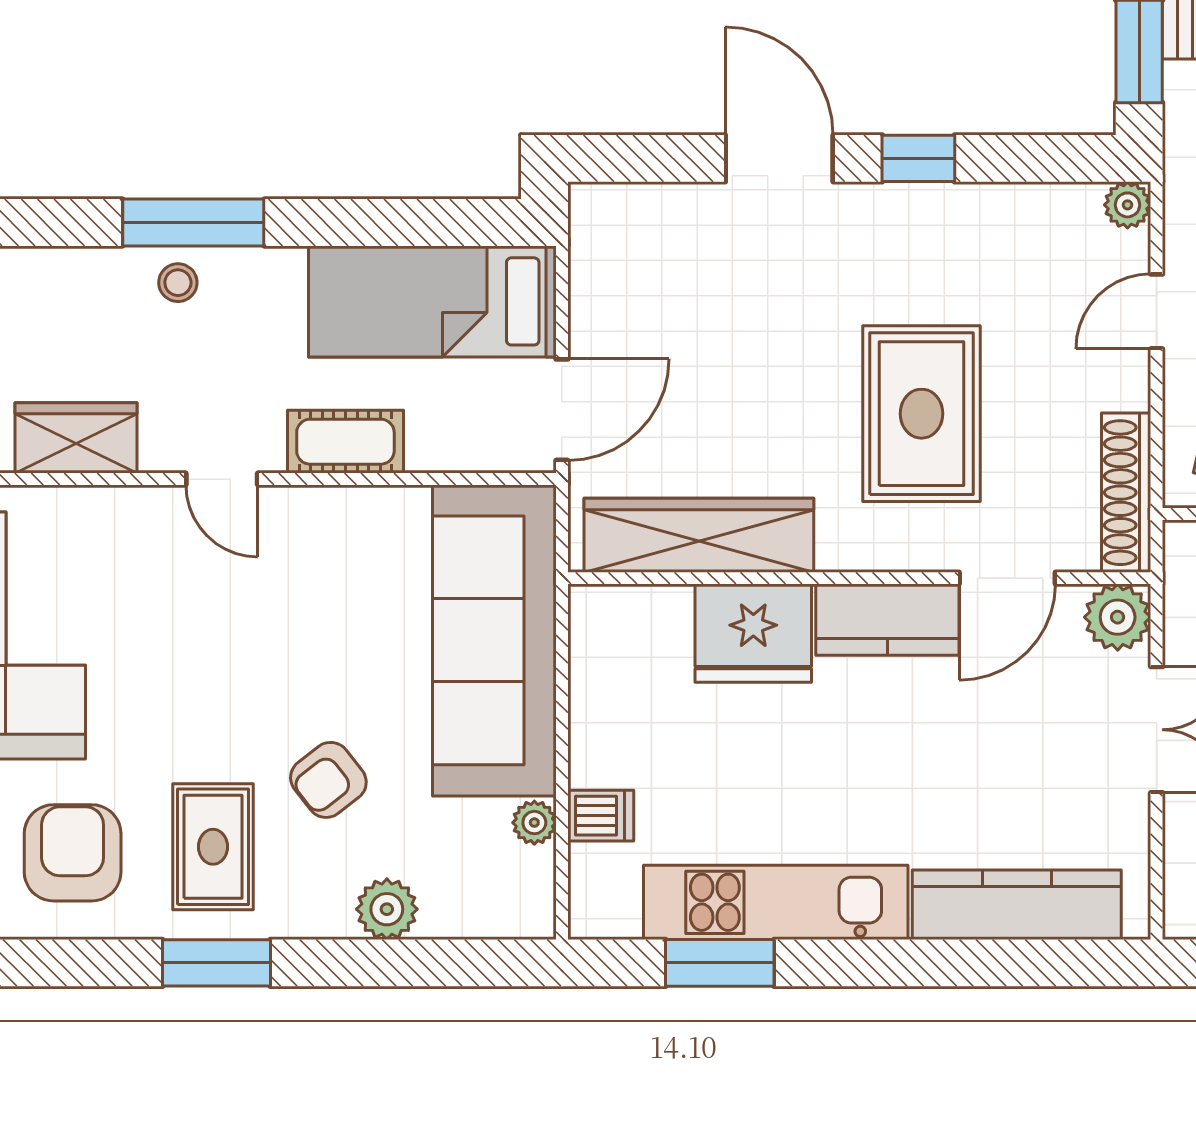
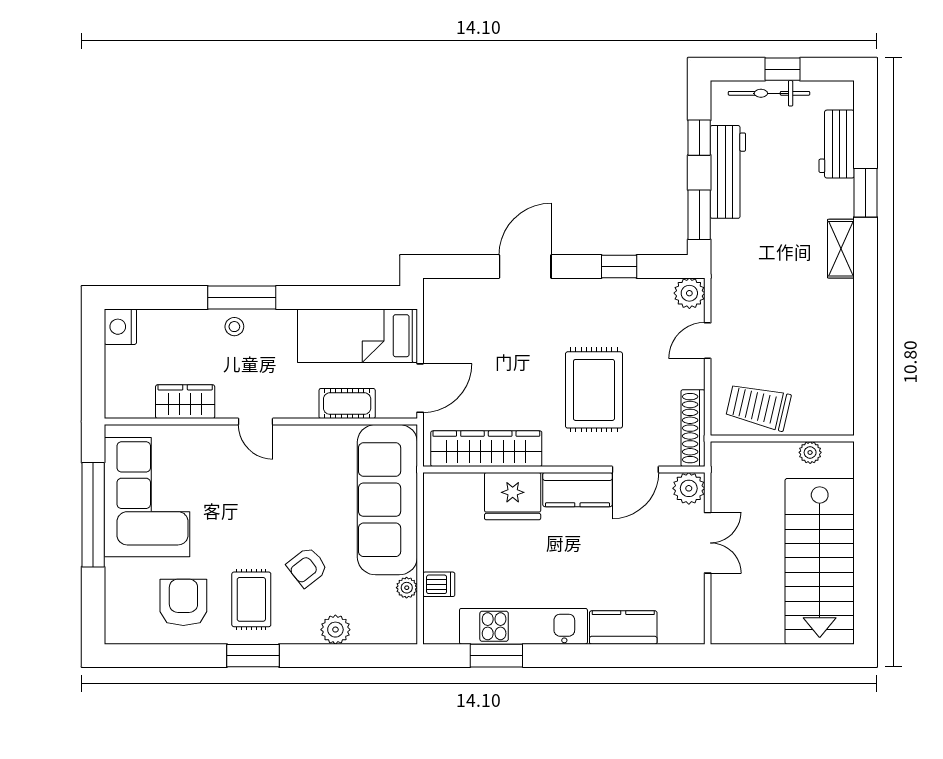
door: (779, 158) -> (525, 267), hinge flipped
window: (918, 158) -> (619, 267), moved
plant: (1128, 205) -> (689, 293), width x1.38, depth x1.38
cot: (345, 442) -> (347, 404), moved
kitchen counter: (1017, 905) -> (623, 627), width x0.67

